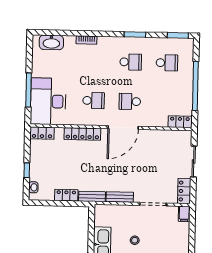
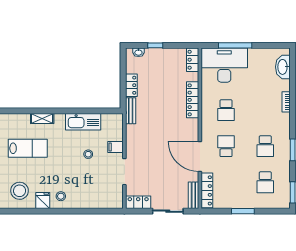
window: (195, 86) -> (243, 211), width x0.47
locker: (180, 122) -> (207, 190), width x1.53
door: (123, 128) -> (200, 157), moved
bench: (120, 197) -> (193, 195), moved
filing cabinet: (184, 214) -> (116, 147), moved

